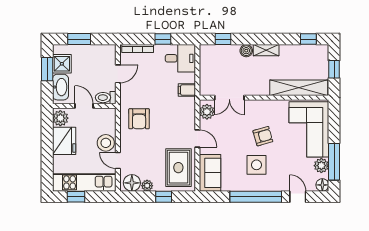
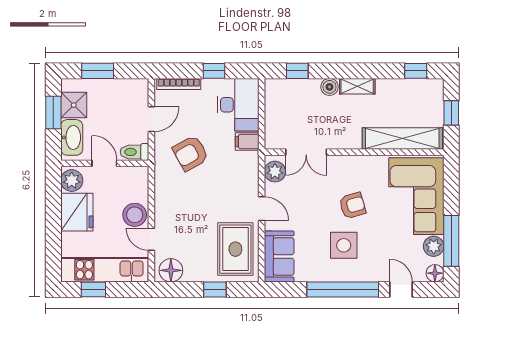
desk: (180, 58) -> (238, 105), width x1.37
armchair: (139, 119) -> (191, 153), moved, turned 61
plant: (147, 186) -> (192, 274), removed

